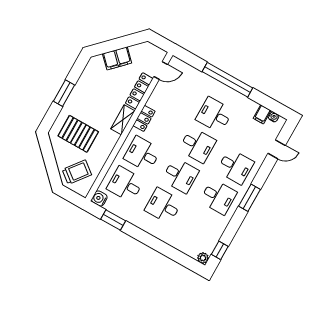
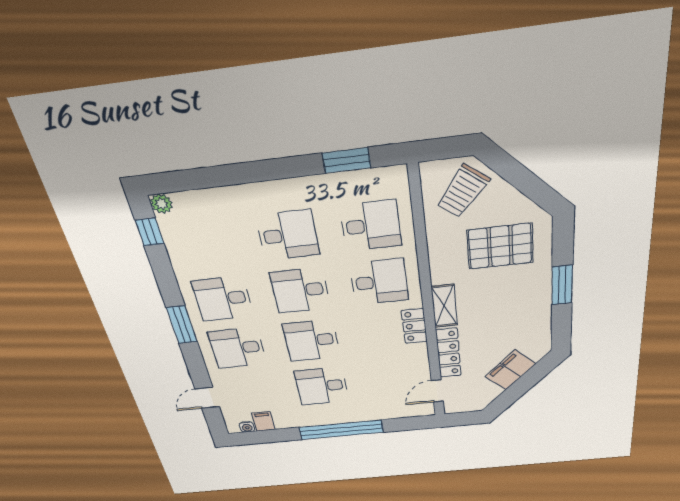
desk: (214, 115) -> (322, 386), turned 180
water cooler: (99, 198) -> (395, 177), removed

